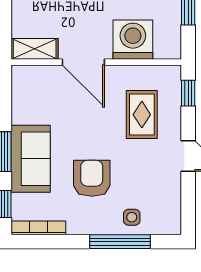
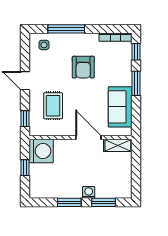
washing machine: (133, 40) -> (41, 151), moved, turned -90
sofa: (31, 159) -> (120, 107), moved
side table: (132, 217) -> (44, 45), moved

